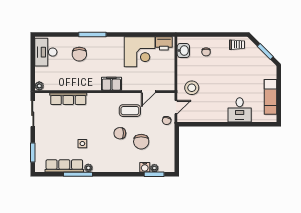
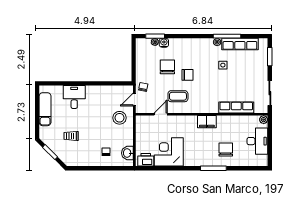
trolley: (237, 45) -> (71, 136), moved
desk: (46, 52) -> (257, 141), moved
filing cabinet: (111, 84) -> (207, 122), moved

